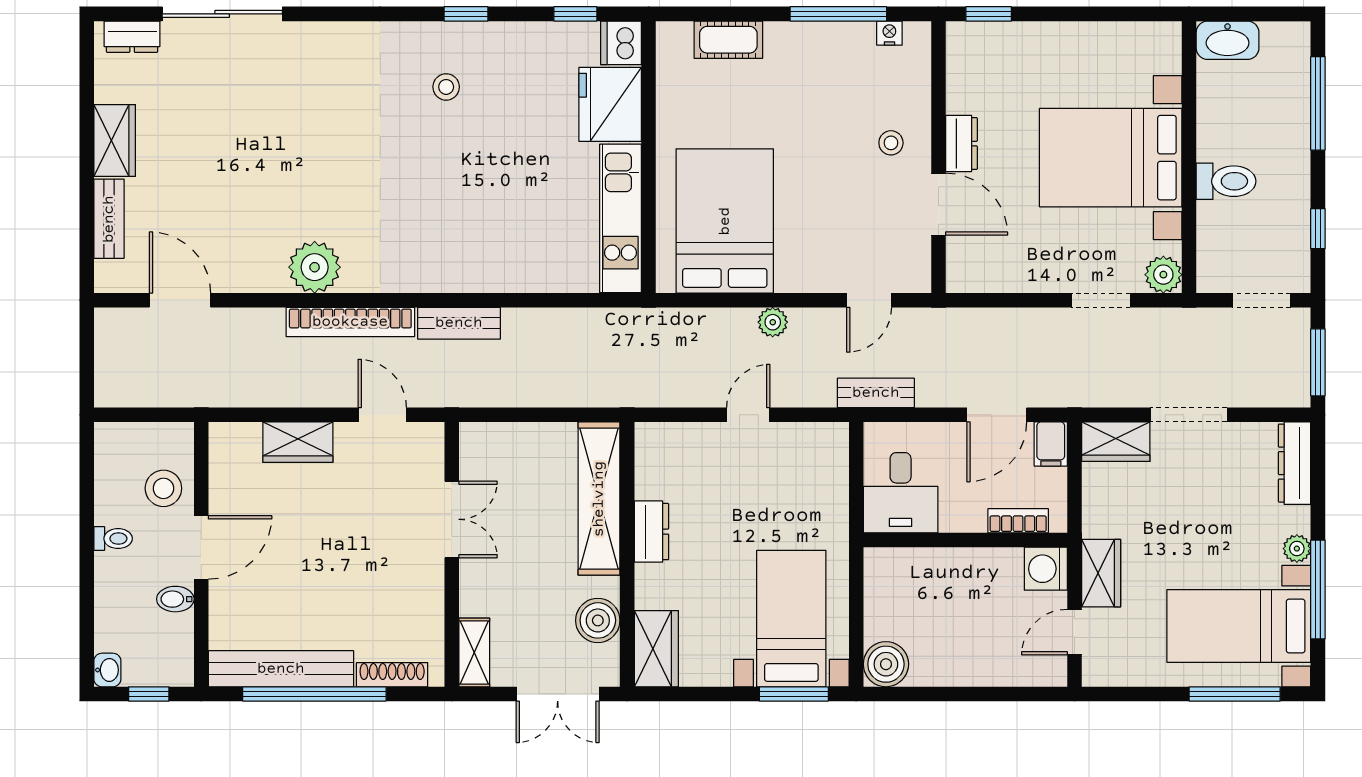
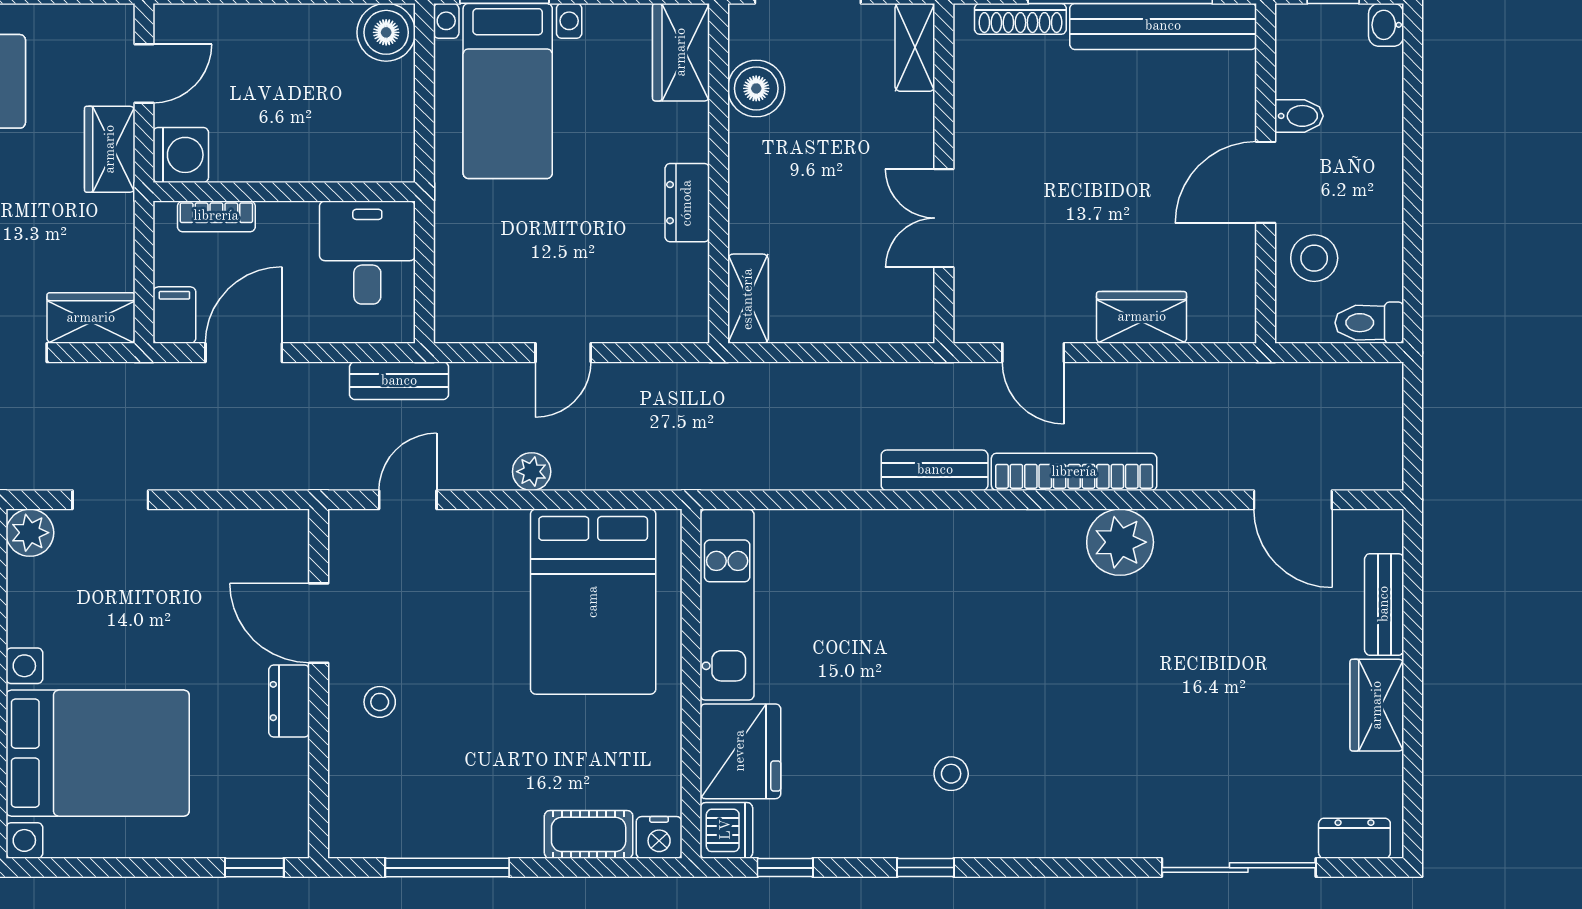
nightstand: (889, 33) -> (659, 837), moved, width x1.39, depth x1.35
bed with nightstands: (1111, 158) -> (98, 753), moved
shelving: (599, 499) -> (748, 299), width x0.45, depth x0.75
toilet: (113, 539) -> (1369, 323), moved, width x1.37, depth x1.39

